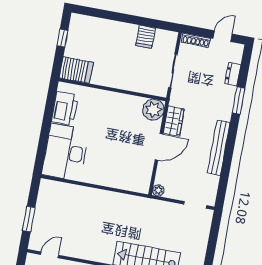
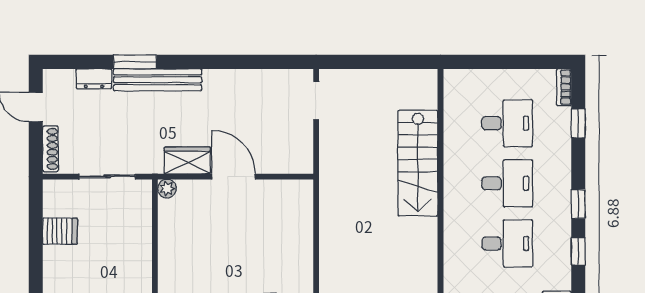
plant: (153, 110) -> (167, 189), width x0.53, depth x0.53
bench: (219, 148) -> (158, 80), moved
plant: (158, 190) -> (304, 165), removed

